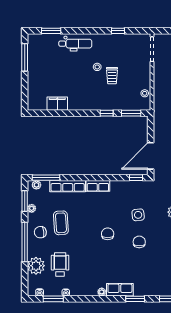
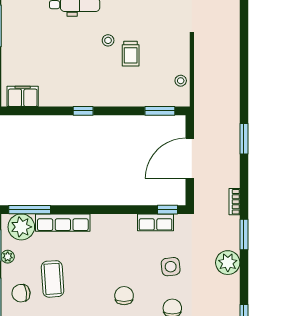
filing cabinet: (57, 104) -> (23, 96), moved
window: (107, 113) -> (83, 111), moved
door: (151, 156) -> (190, 158), moved
plant: (36, 185) -> (21, 227), width x1.88, depth x1.88
row of seats: (98, 186) -> (156, 222), moved

